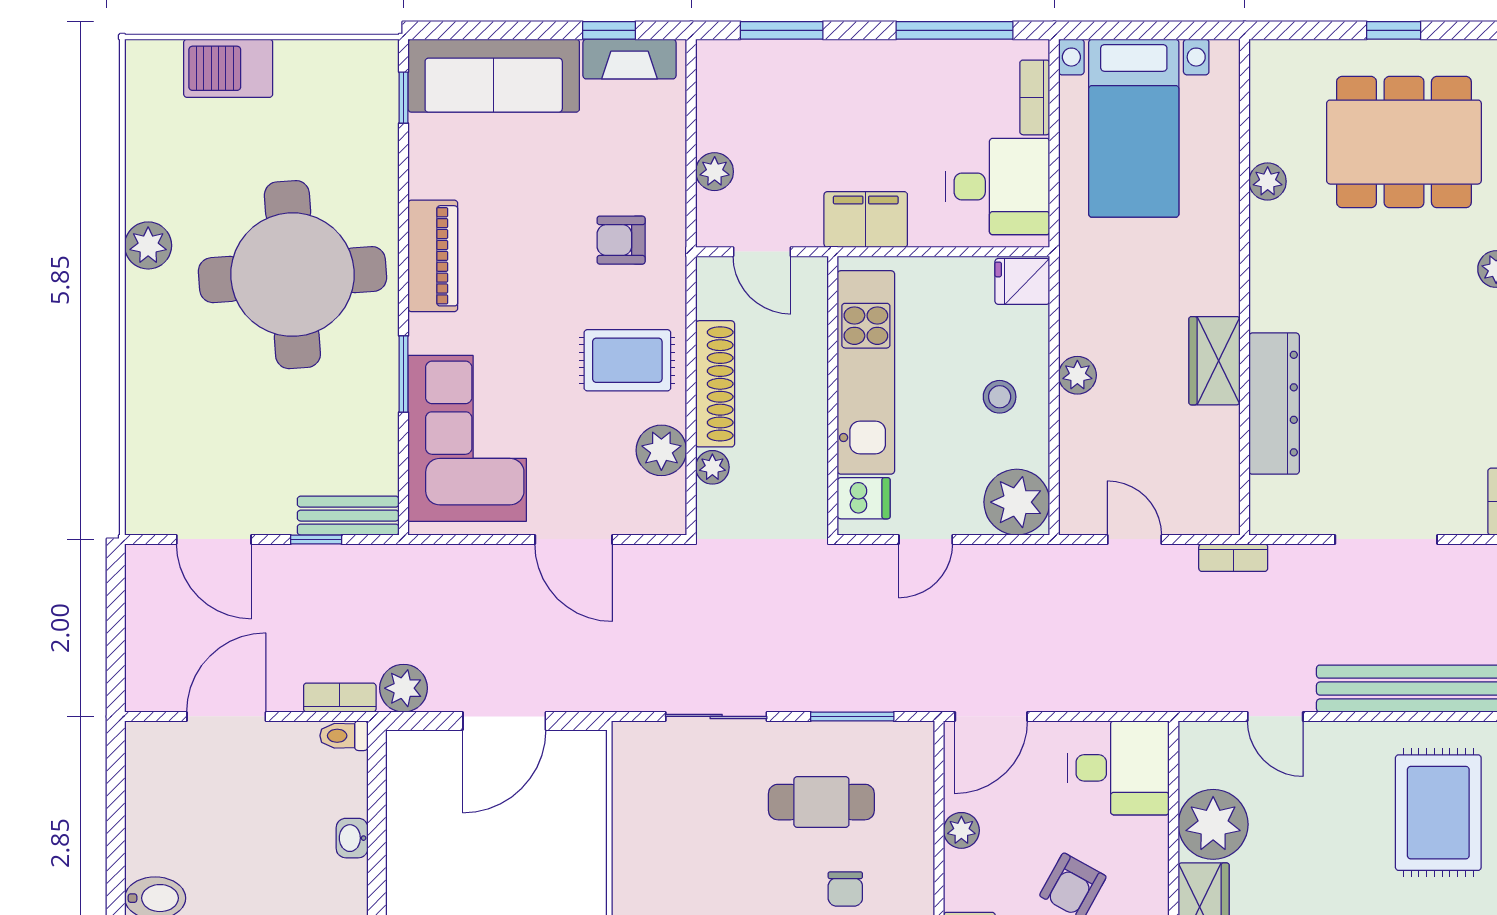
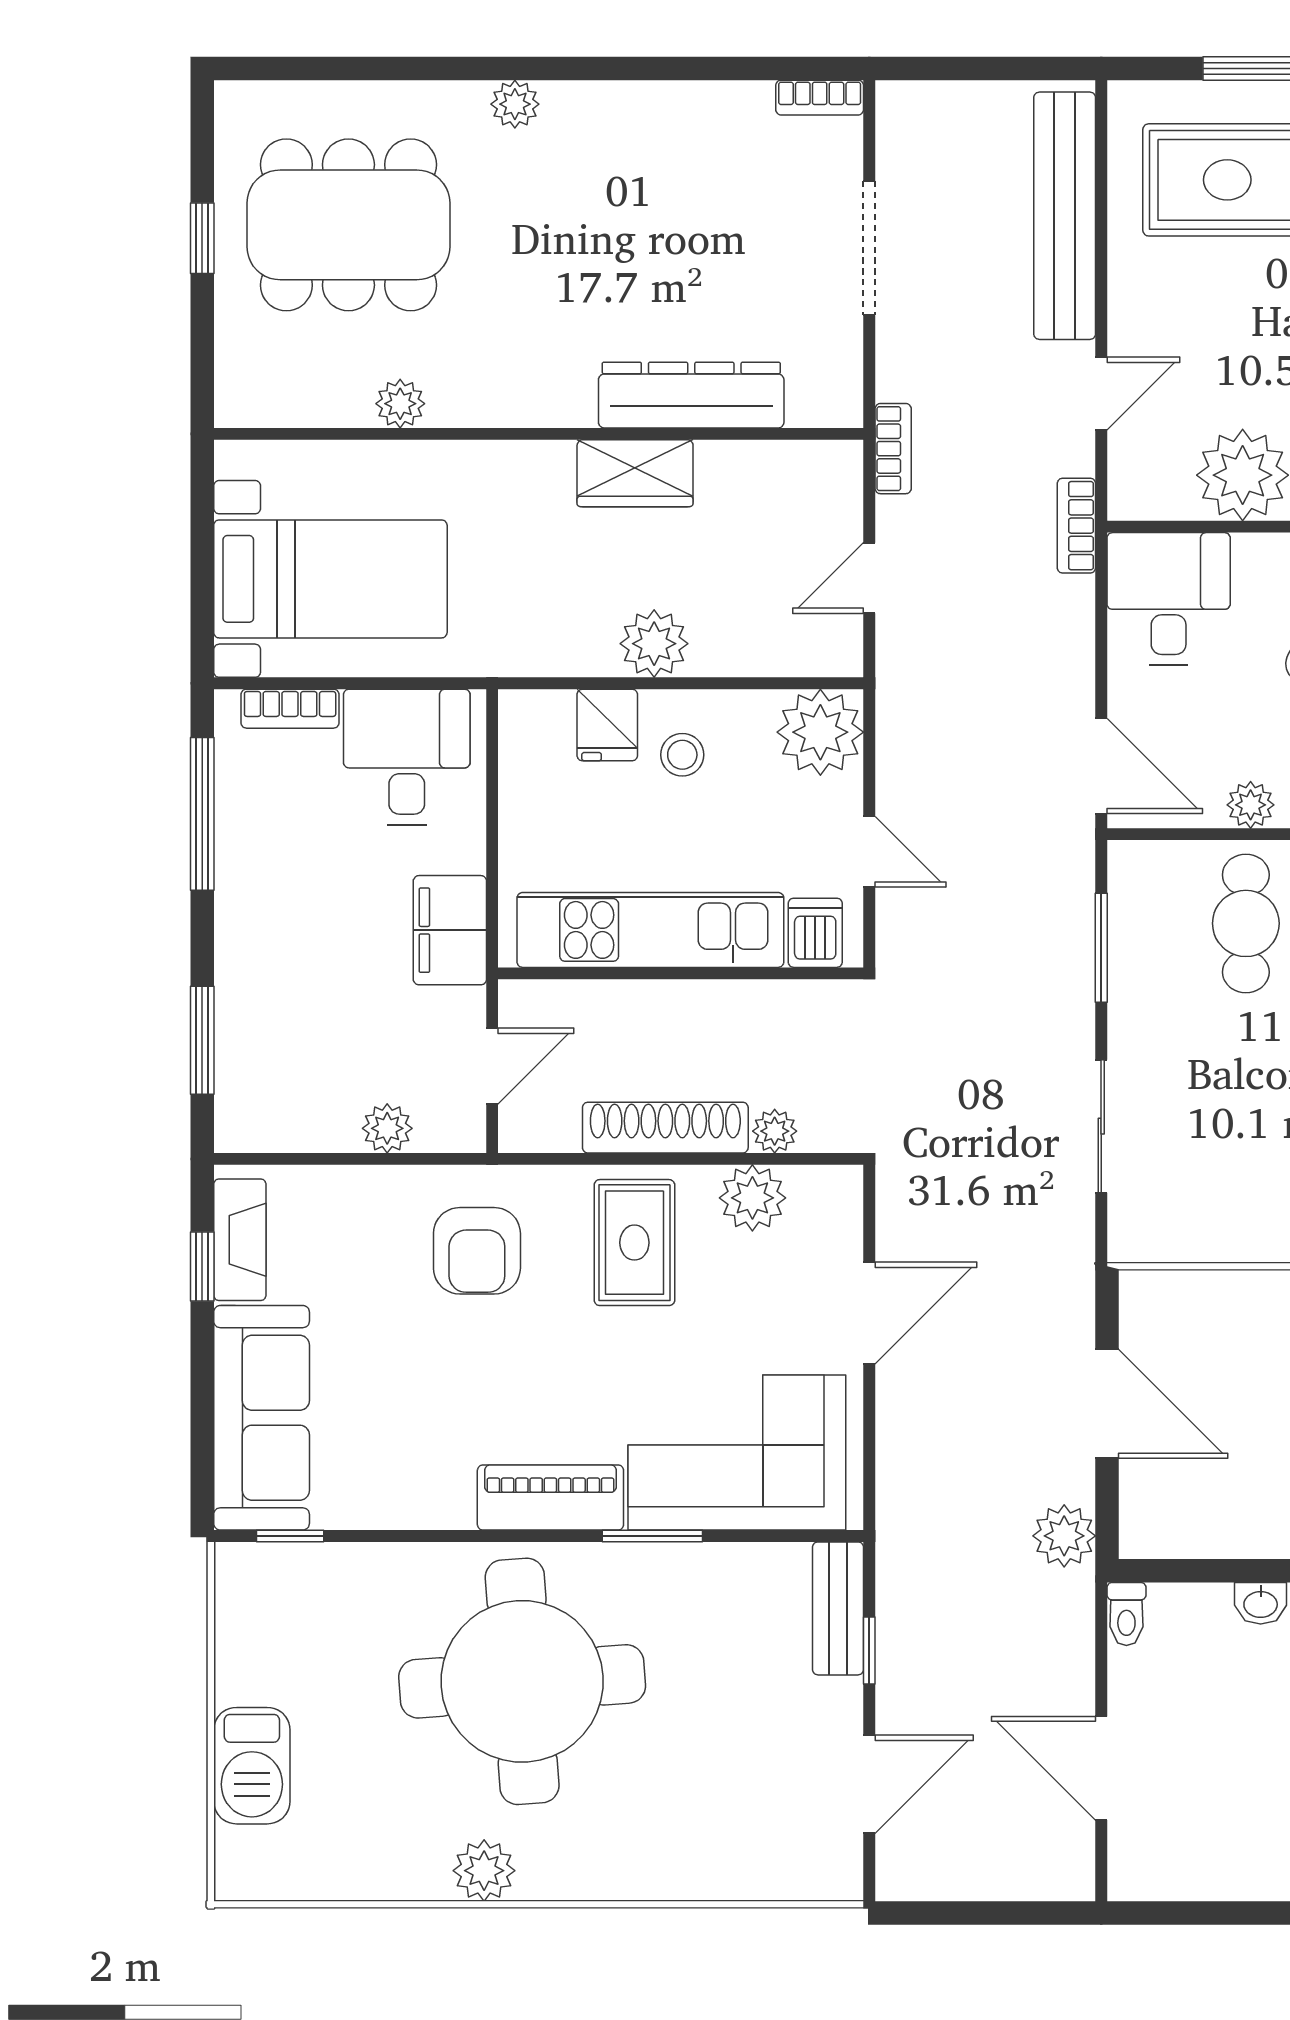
dining table: (1404, 142) -> (348, 225), turned 90
armchair: (621, 240) -> (477, 1251), width x1.38, depth x1.38
piano: (433, 256) -> (550, 1498), moved
fridge: (1022, 281) -> (607, 725), moved
plant: (1077, 375) -> (654, 644), width x1.38, depth x1.38
bookcase: (340, 698) -> (1076, 526), moved
cafe table: (821, 802) -> (1246, 923), moved

